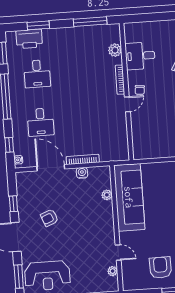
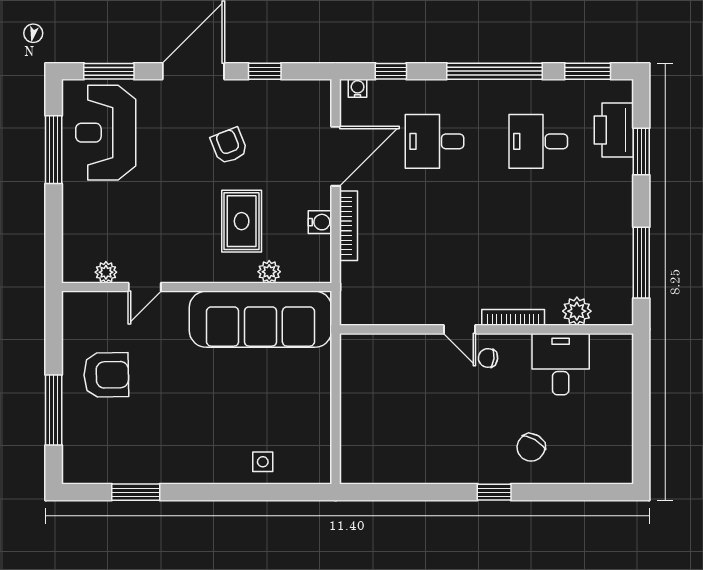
rug: (84, 210) -> (242, 221), added

